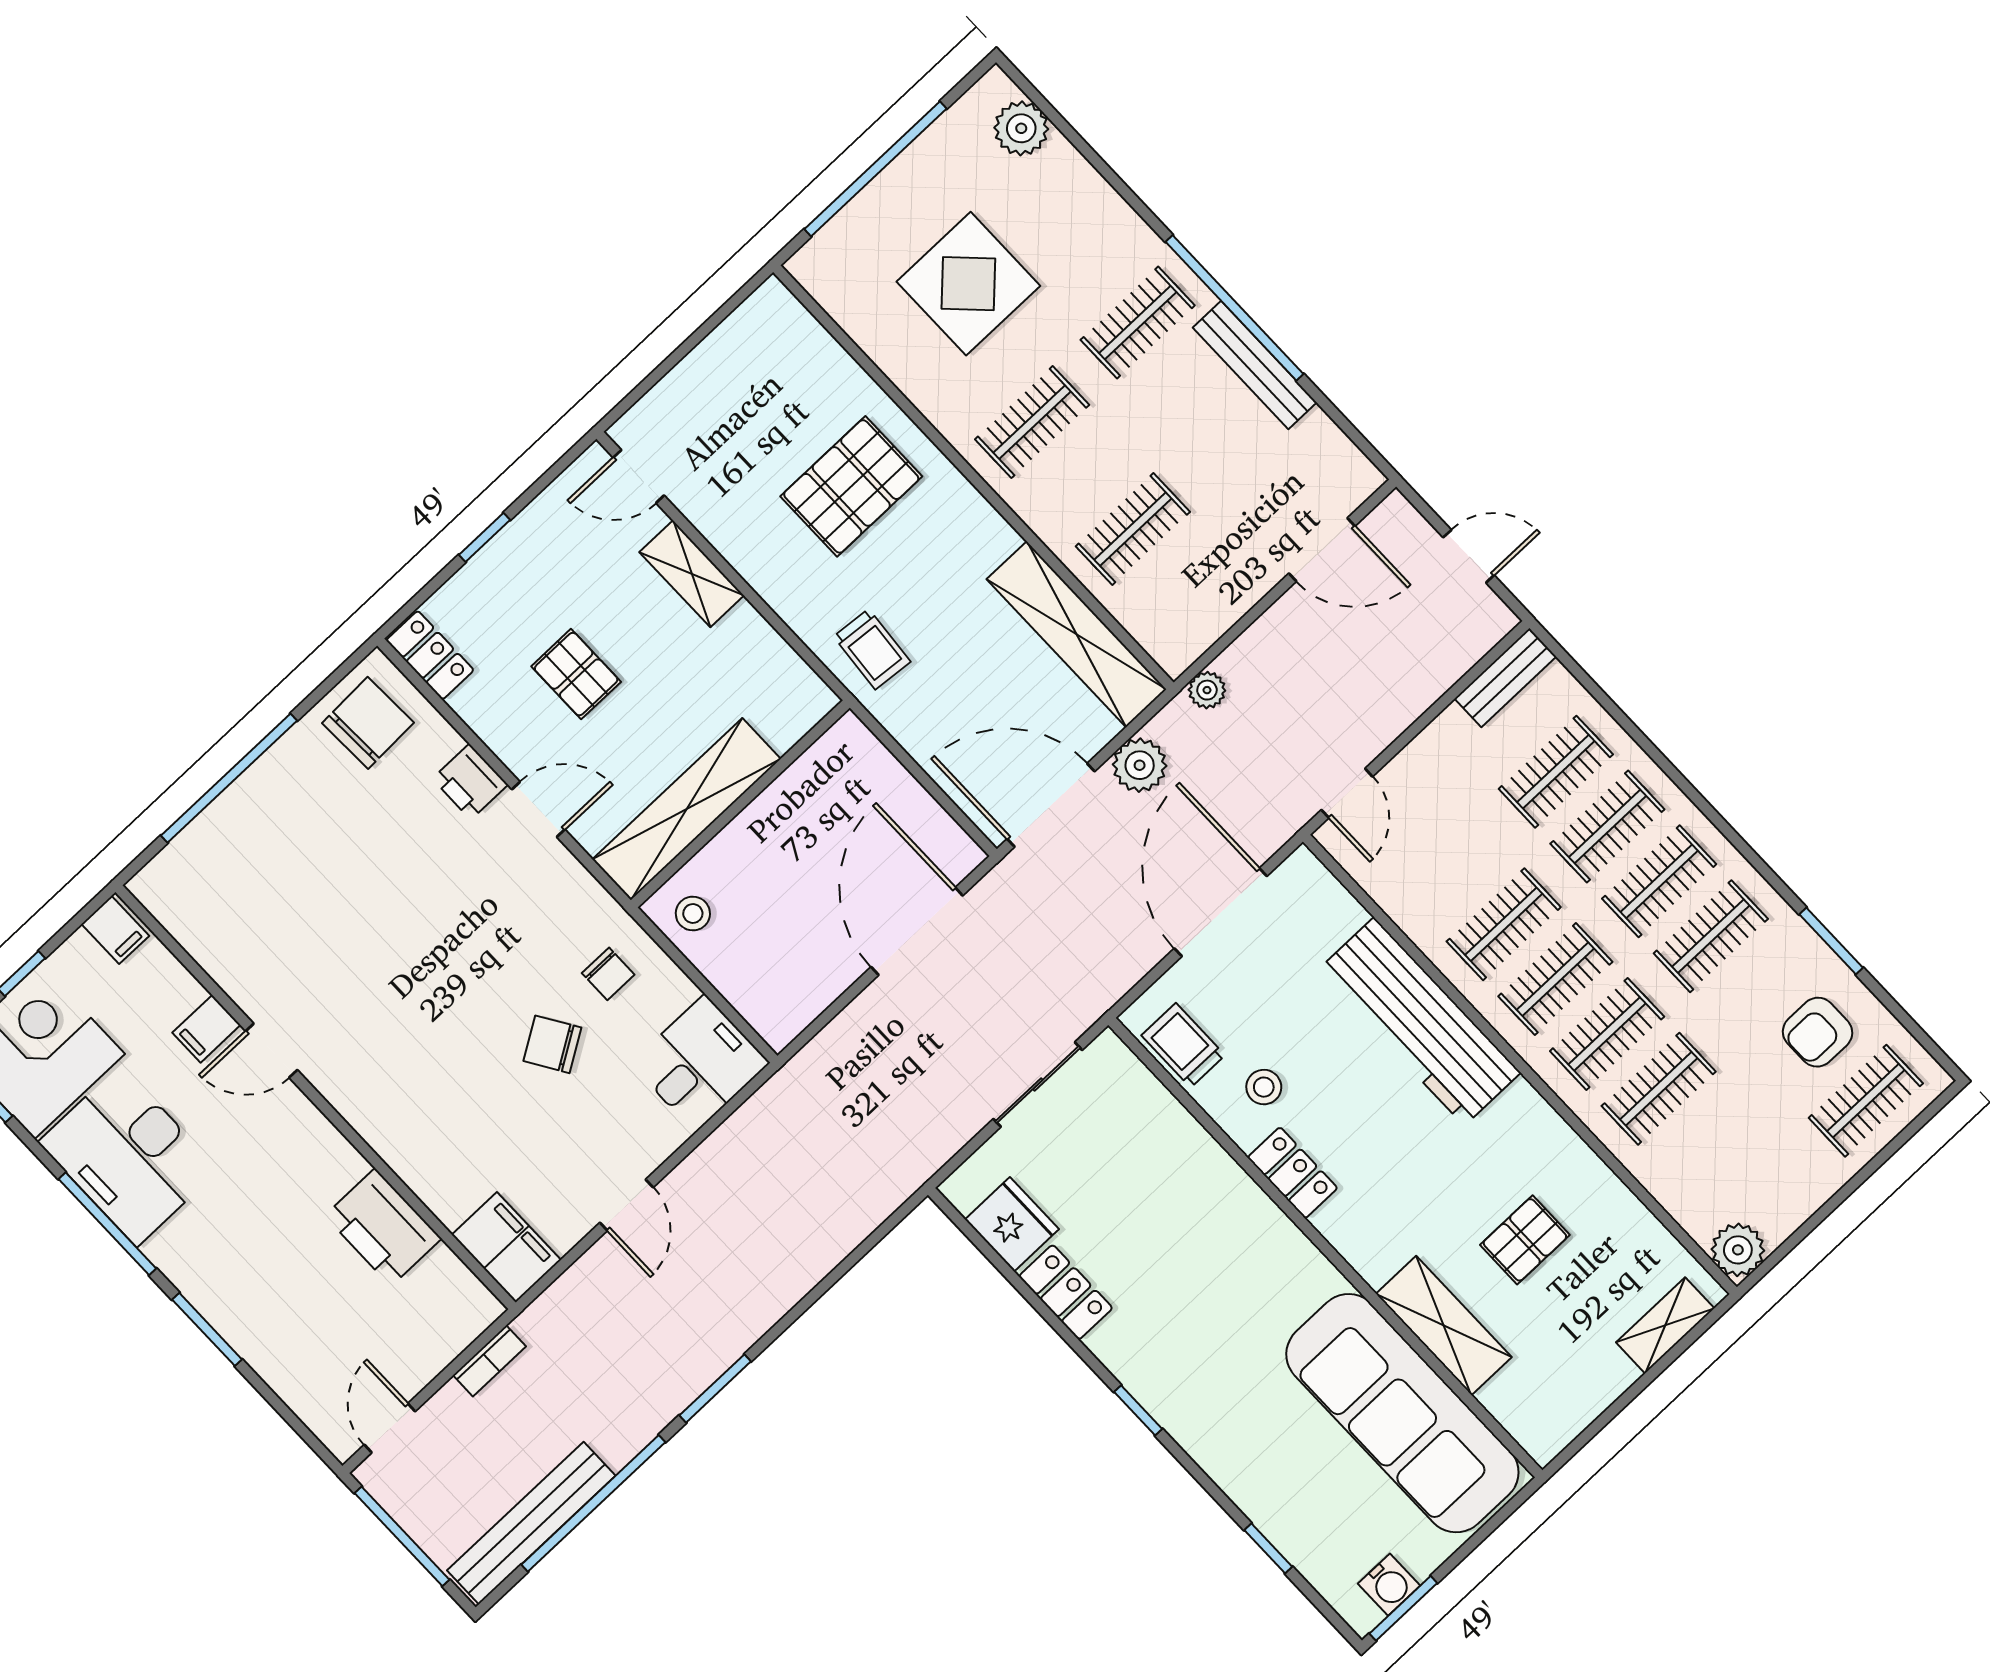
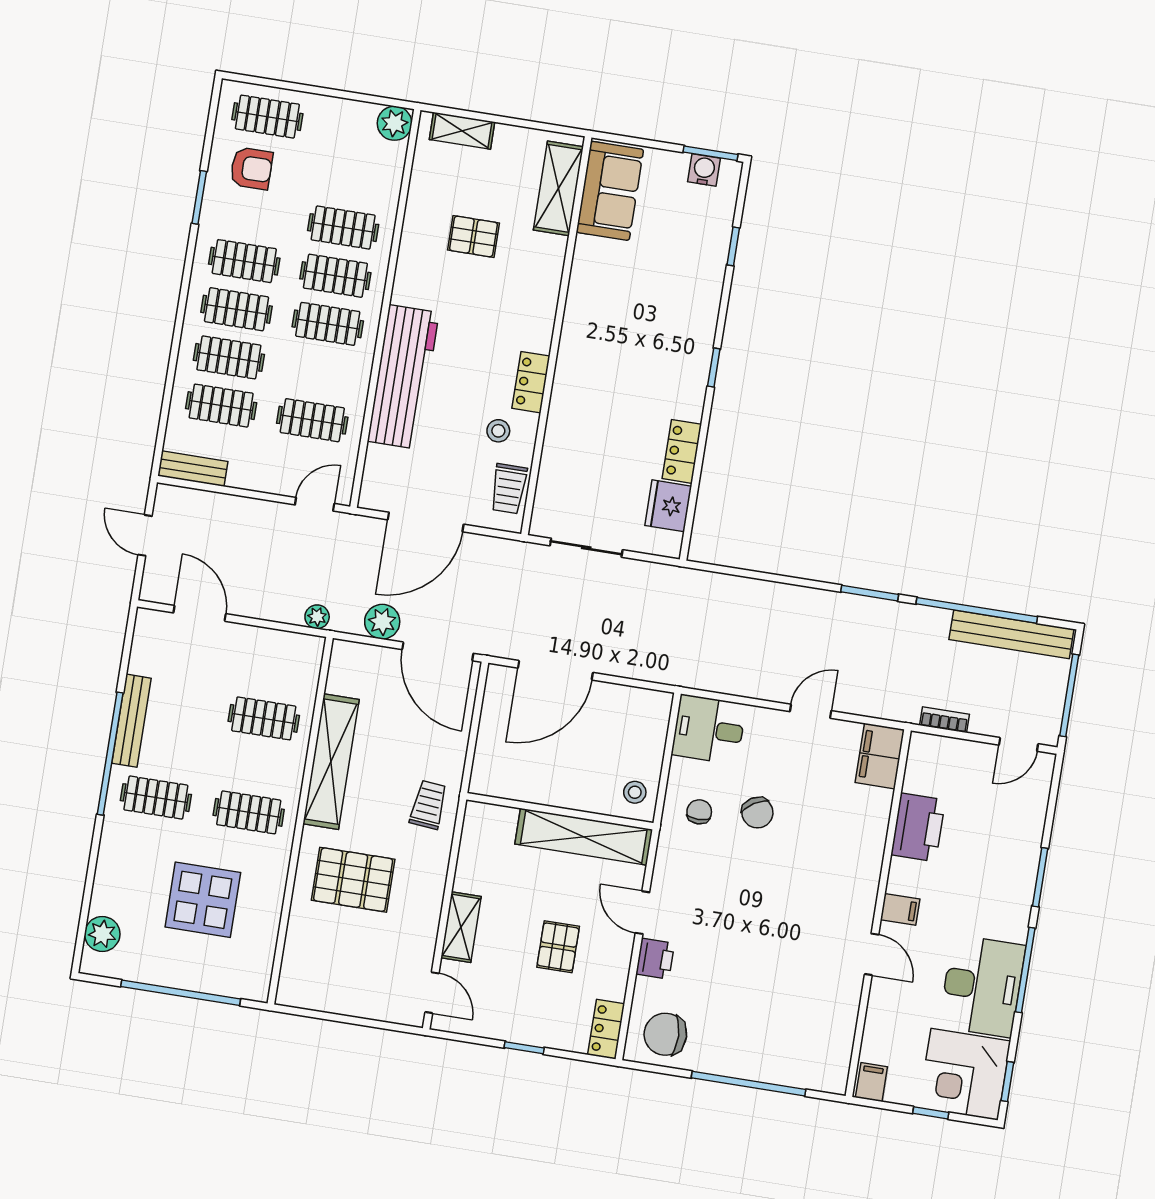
shelving: (1077, 634) -> (331, 762), moved
clothes rail: (1504, 924) -> (312, 420), moved
filing cabinet: (206, 1029) -> (900, 909), moved
shelving: (1444, 1325) -> (558, 188), moved
sofa: (1402, 1413) -> (610, 191), width x0.54, depth x0.79

